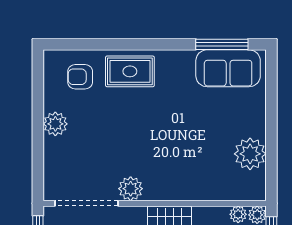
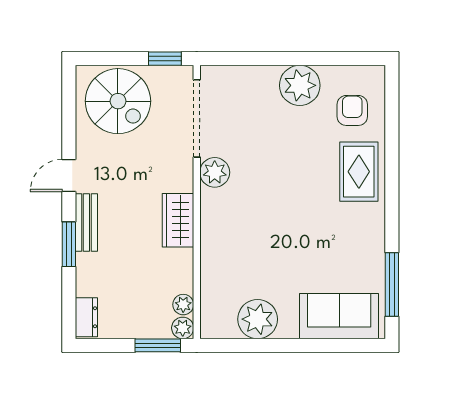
sofa: (228, 68) -> (339, 316), moved, turned 90
plant: (55, 124) -> (300, 85), width x1.36, depth x1.36

